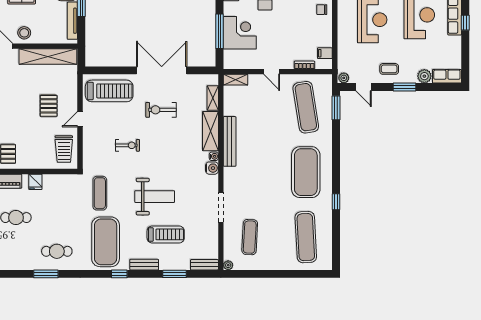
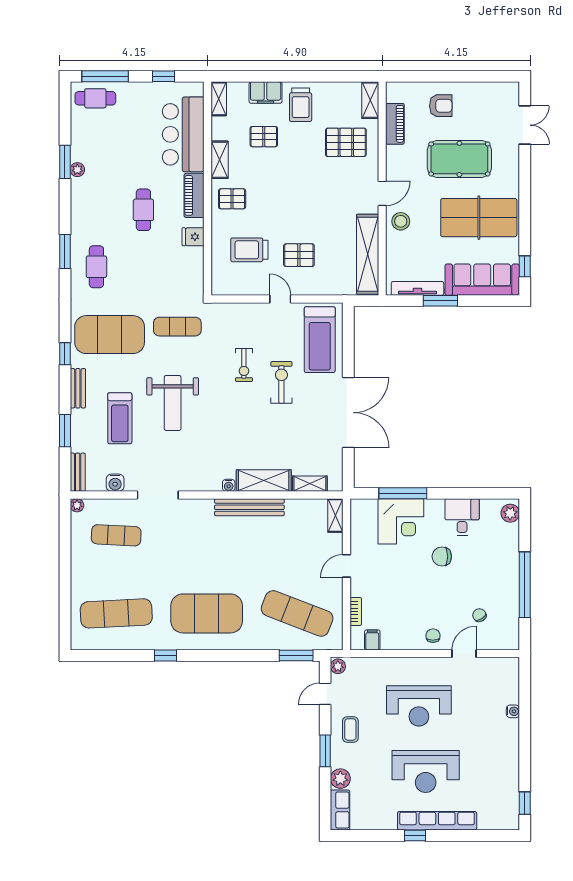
exercise mat: (306, 107) -> (297, 613), turned 30
exercise bike: (161, 110) -> (281, 382), moved
trolley: (64, 149) -> (249, 250), moved
water cooler: (212, 168) -> (115, 483), moved

